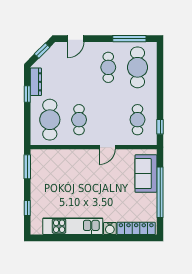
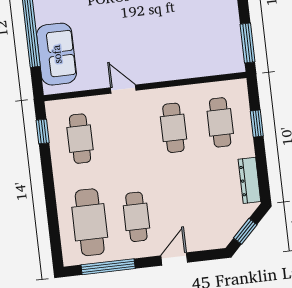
door: (76, 39) -> (174, 259), moved
window: (27, 94) -> (257, 123), moved
cafe table: (50, 120) -> (220, 122), width x0.73, depth x0.74
door: (107, 147) -> (123, 89), hinge flipped

